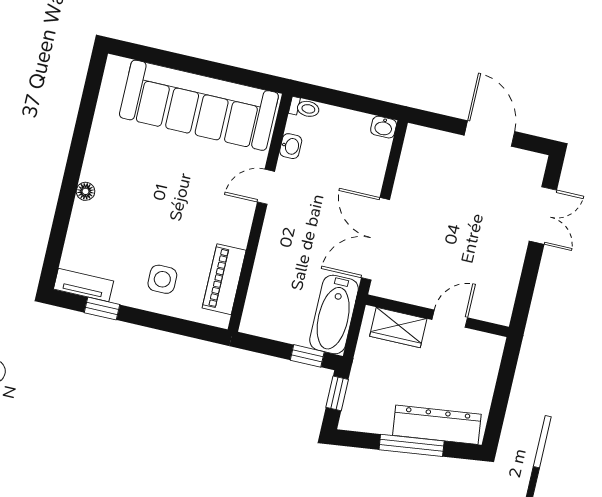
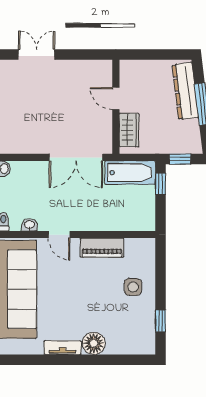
floor lamp: (86, 191) -> (94, 343), width x1.89, depth x1.89
piano: (224, 279) -> (102, 248), moved
tv unit: (84, 285) -> (63, 348), moved, turned 90

